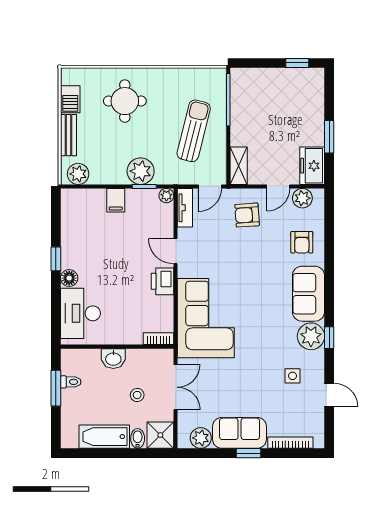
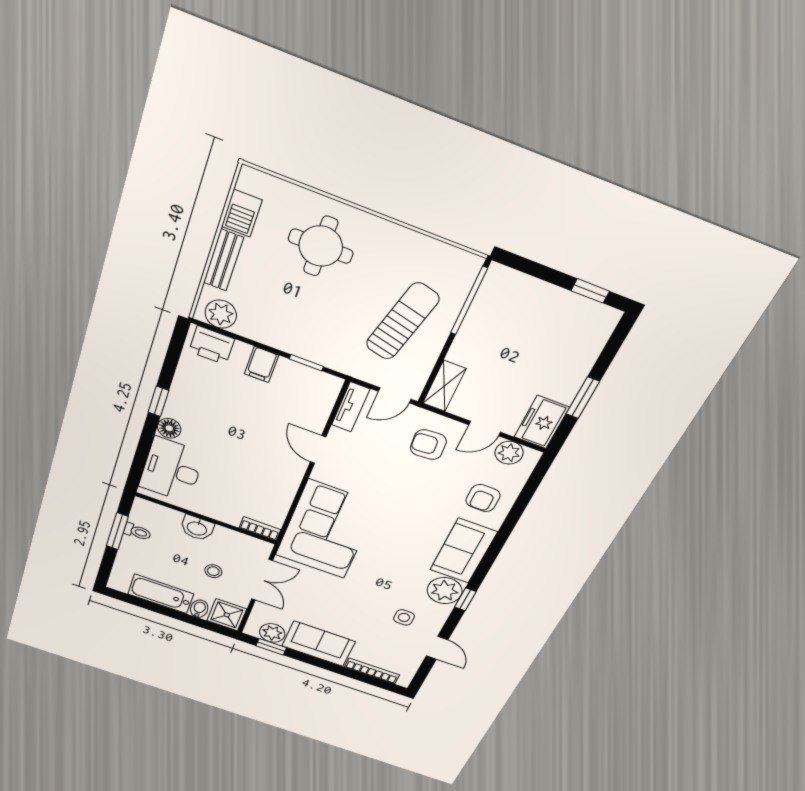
plant: (141, 171) -> (309, 343), removed
plant: (166, 196) -> (332, 384), removed
printer: (162, 281) -> (212, 345), moved, turned -90
window: (248, 453) -> (271, 647), moved

